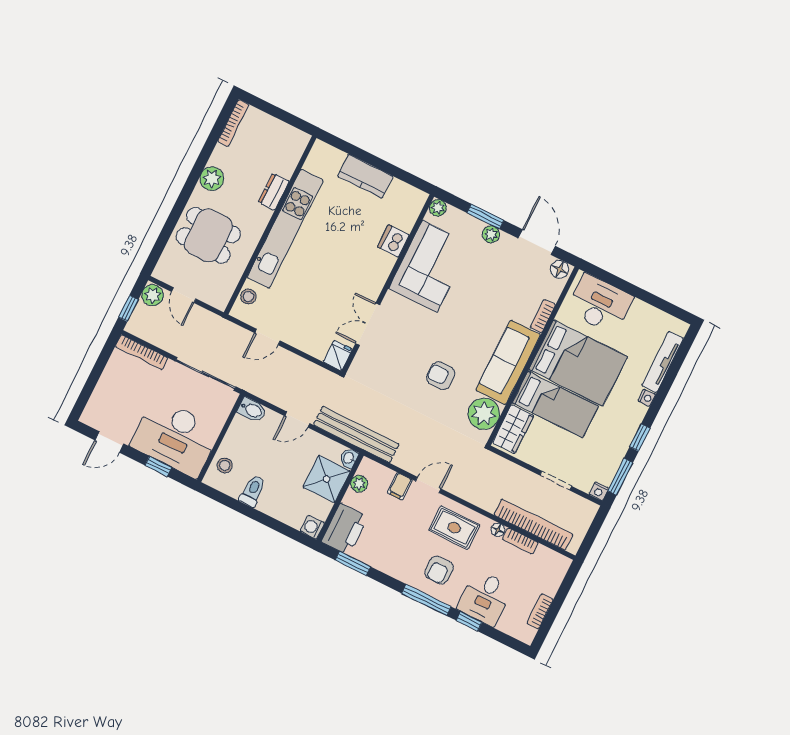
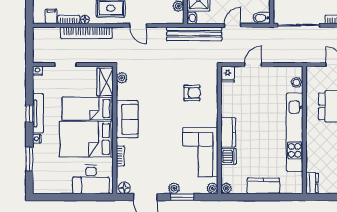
dresser: (274, 192) -> (312, 183), moved
plant: (419, 198) -> (226, 188), added
kitchen counter: (377, 274) -> (228, 132), added
double door: (368, 324) -> (219, 101), removed
door: (267, 337) -> (253, 65), moved
sofa: (508, 362) -> (127, 119), width x0.73
tv unit: (663, 362) -> (38, 113), moved
armchair: (441, 376) -> (192, 93), moved
plant: (484, 414) -> (122, 78), width x0.53, depth x0.53
window: (620, 477) -> (29, 159), moved
door: (428, 485) -> (138, 25), hinge flipped
filing cabinet: (400, 486) -> (51, 16), moved
bookcase: (533, 525) -> (86, 33), moved

